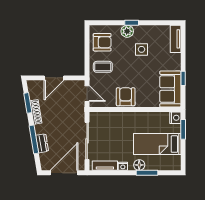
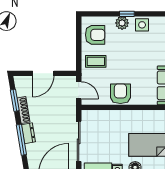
side table: (142, 49) -> (142, 25), moved
dresser: (42, 143) -> (28, 133), moved

